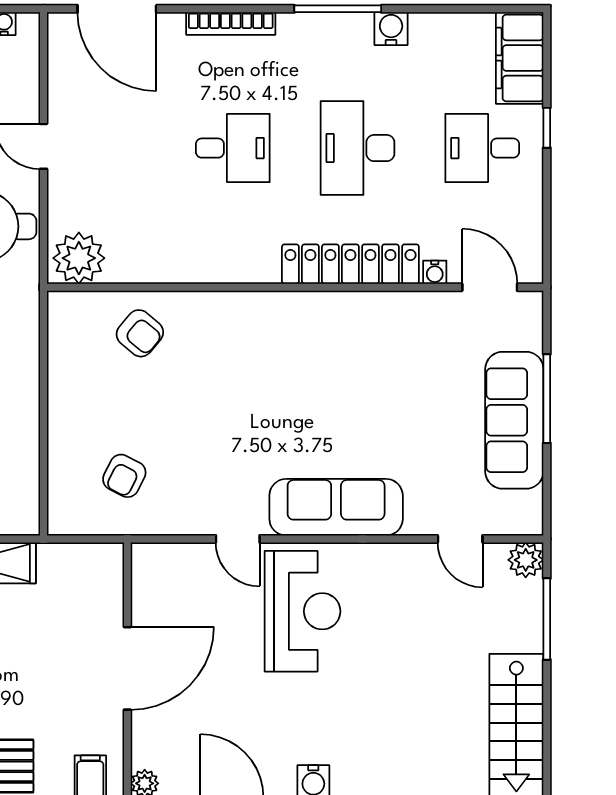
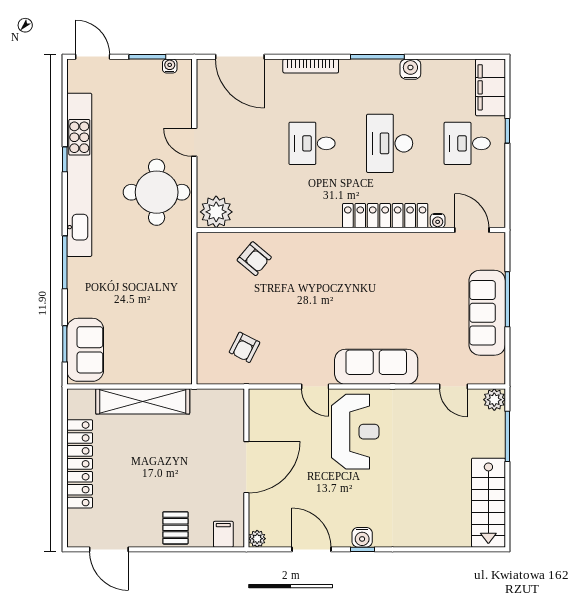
desk: (233, 148) -> (312, 143), turned 180

